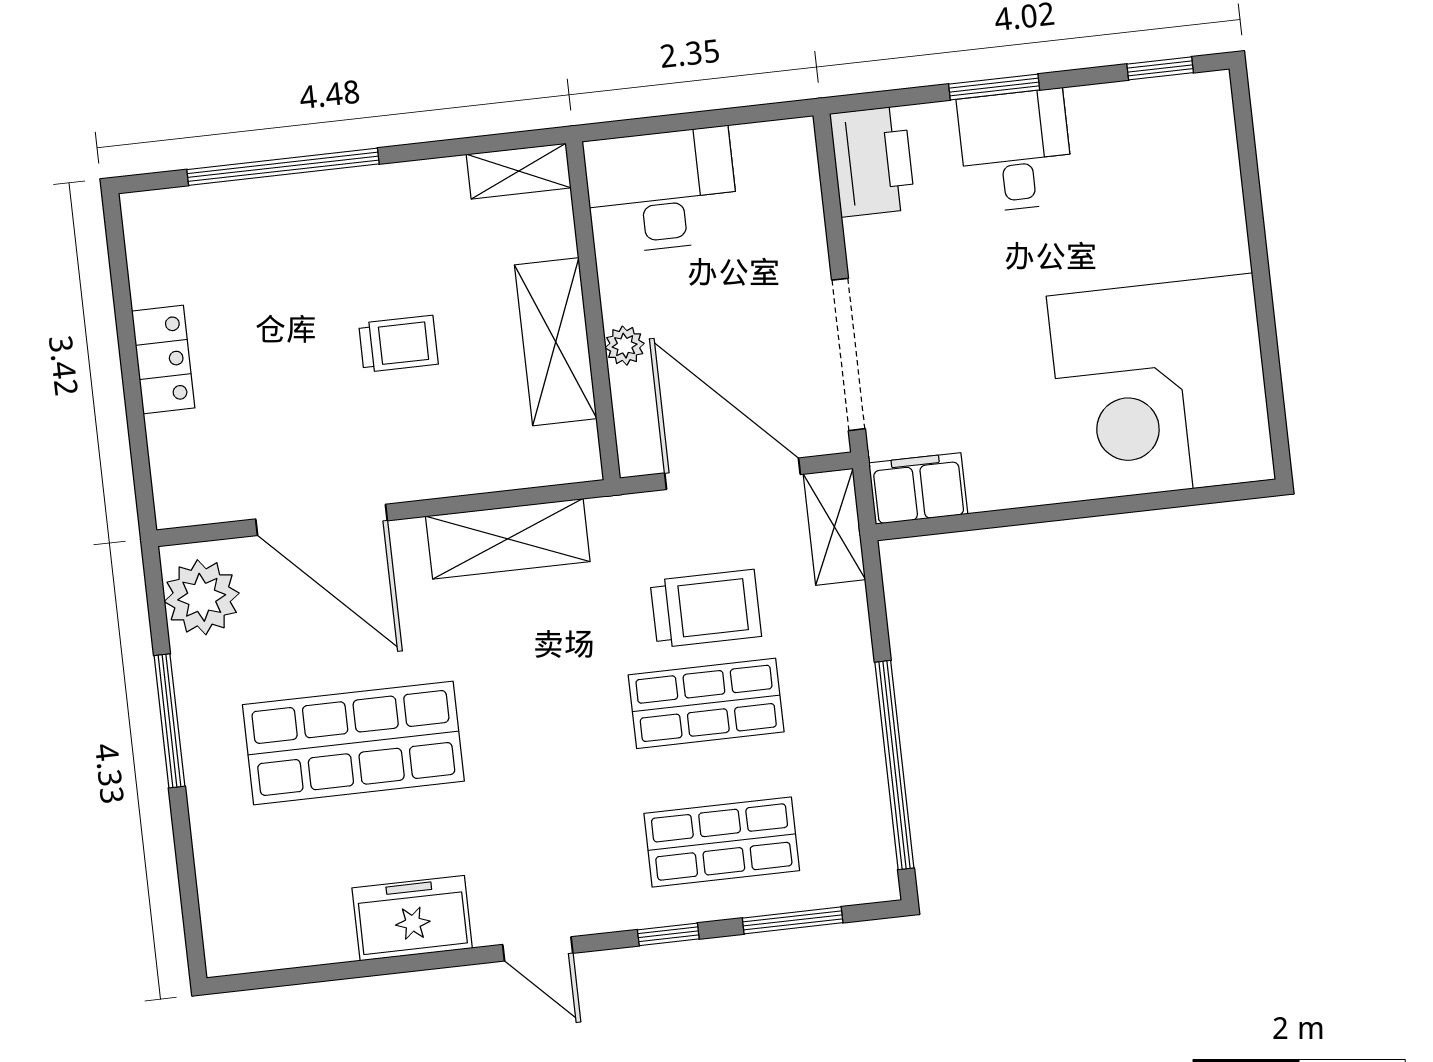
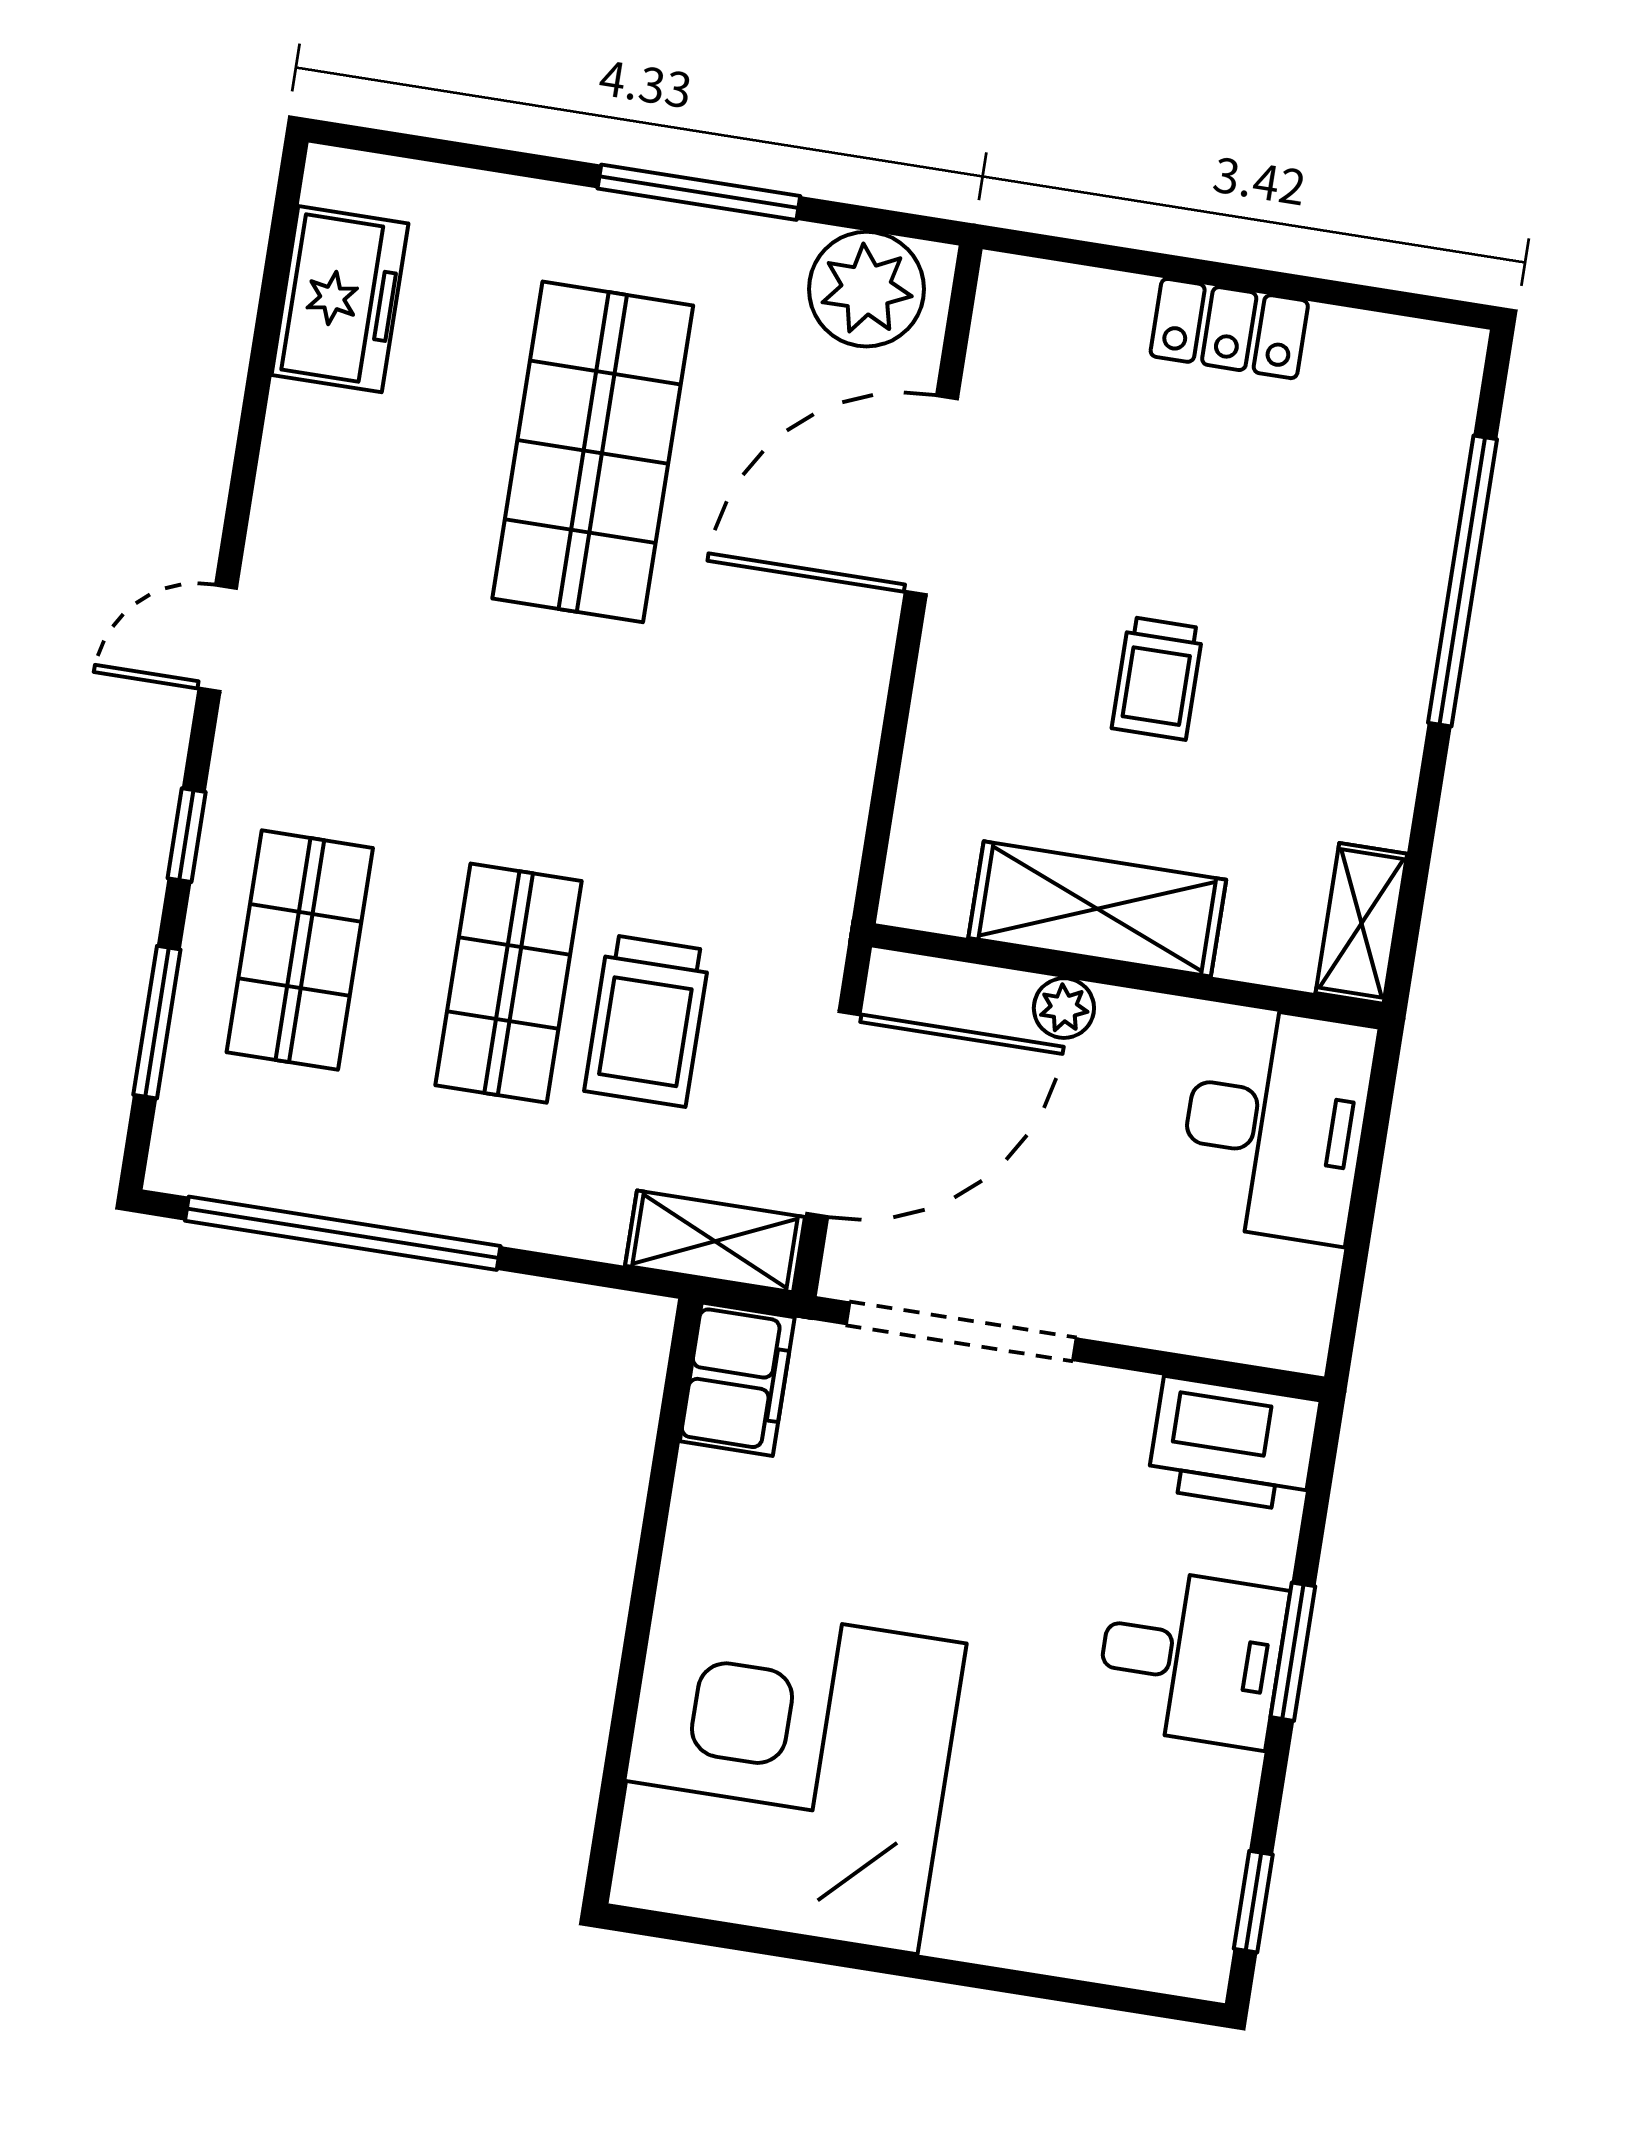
shelving: (508, 539) -> (829, 760), removed
freezer: (412, 918) -> (340, 299), moved

